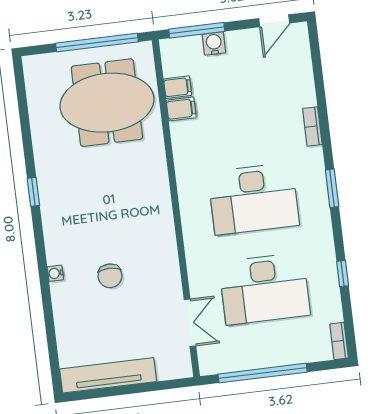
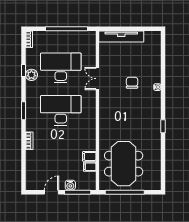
door: (274, 21) -> (52, 192), moved
meeting table: (107, 103) -> (124, 164), turned 90
plant: (325, 266) -> (31, 75), added
double door: (190, 323) -> (97, 79), moved
tv unit: (108, 375) -> (121, 36), moved

